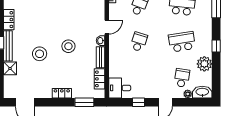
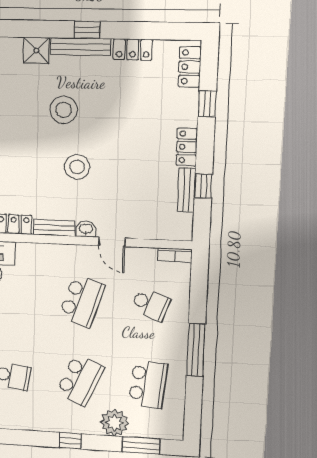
school desk: (139, 42) -> (82, 301), width x1.85
school desk: (182, 42) -> (80, 380), turned 33
plant: (204, 64) -> (114, 423), moved

